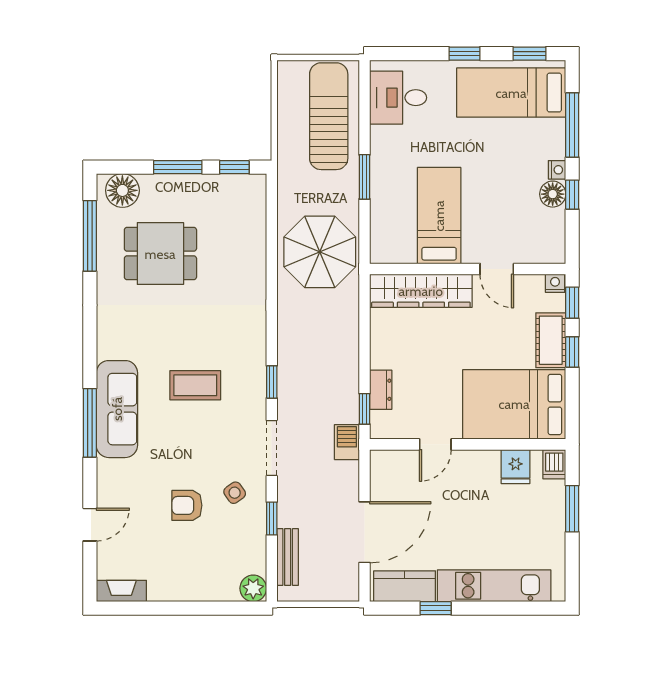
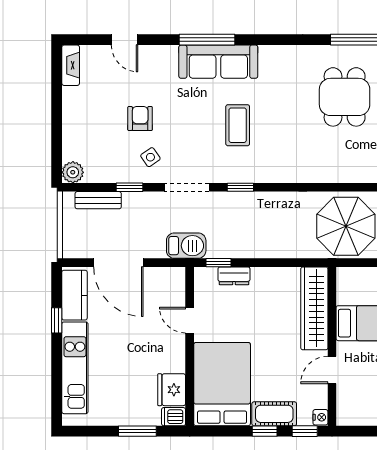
barbecue: (347, 442) -> (186, 246), width x1.38, depth x1.27
fridge: (516, 467) -> (172, 390), width x1.38

